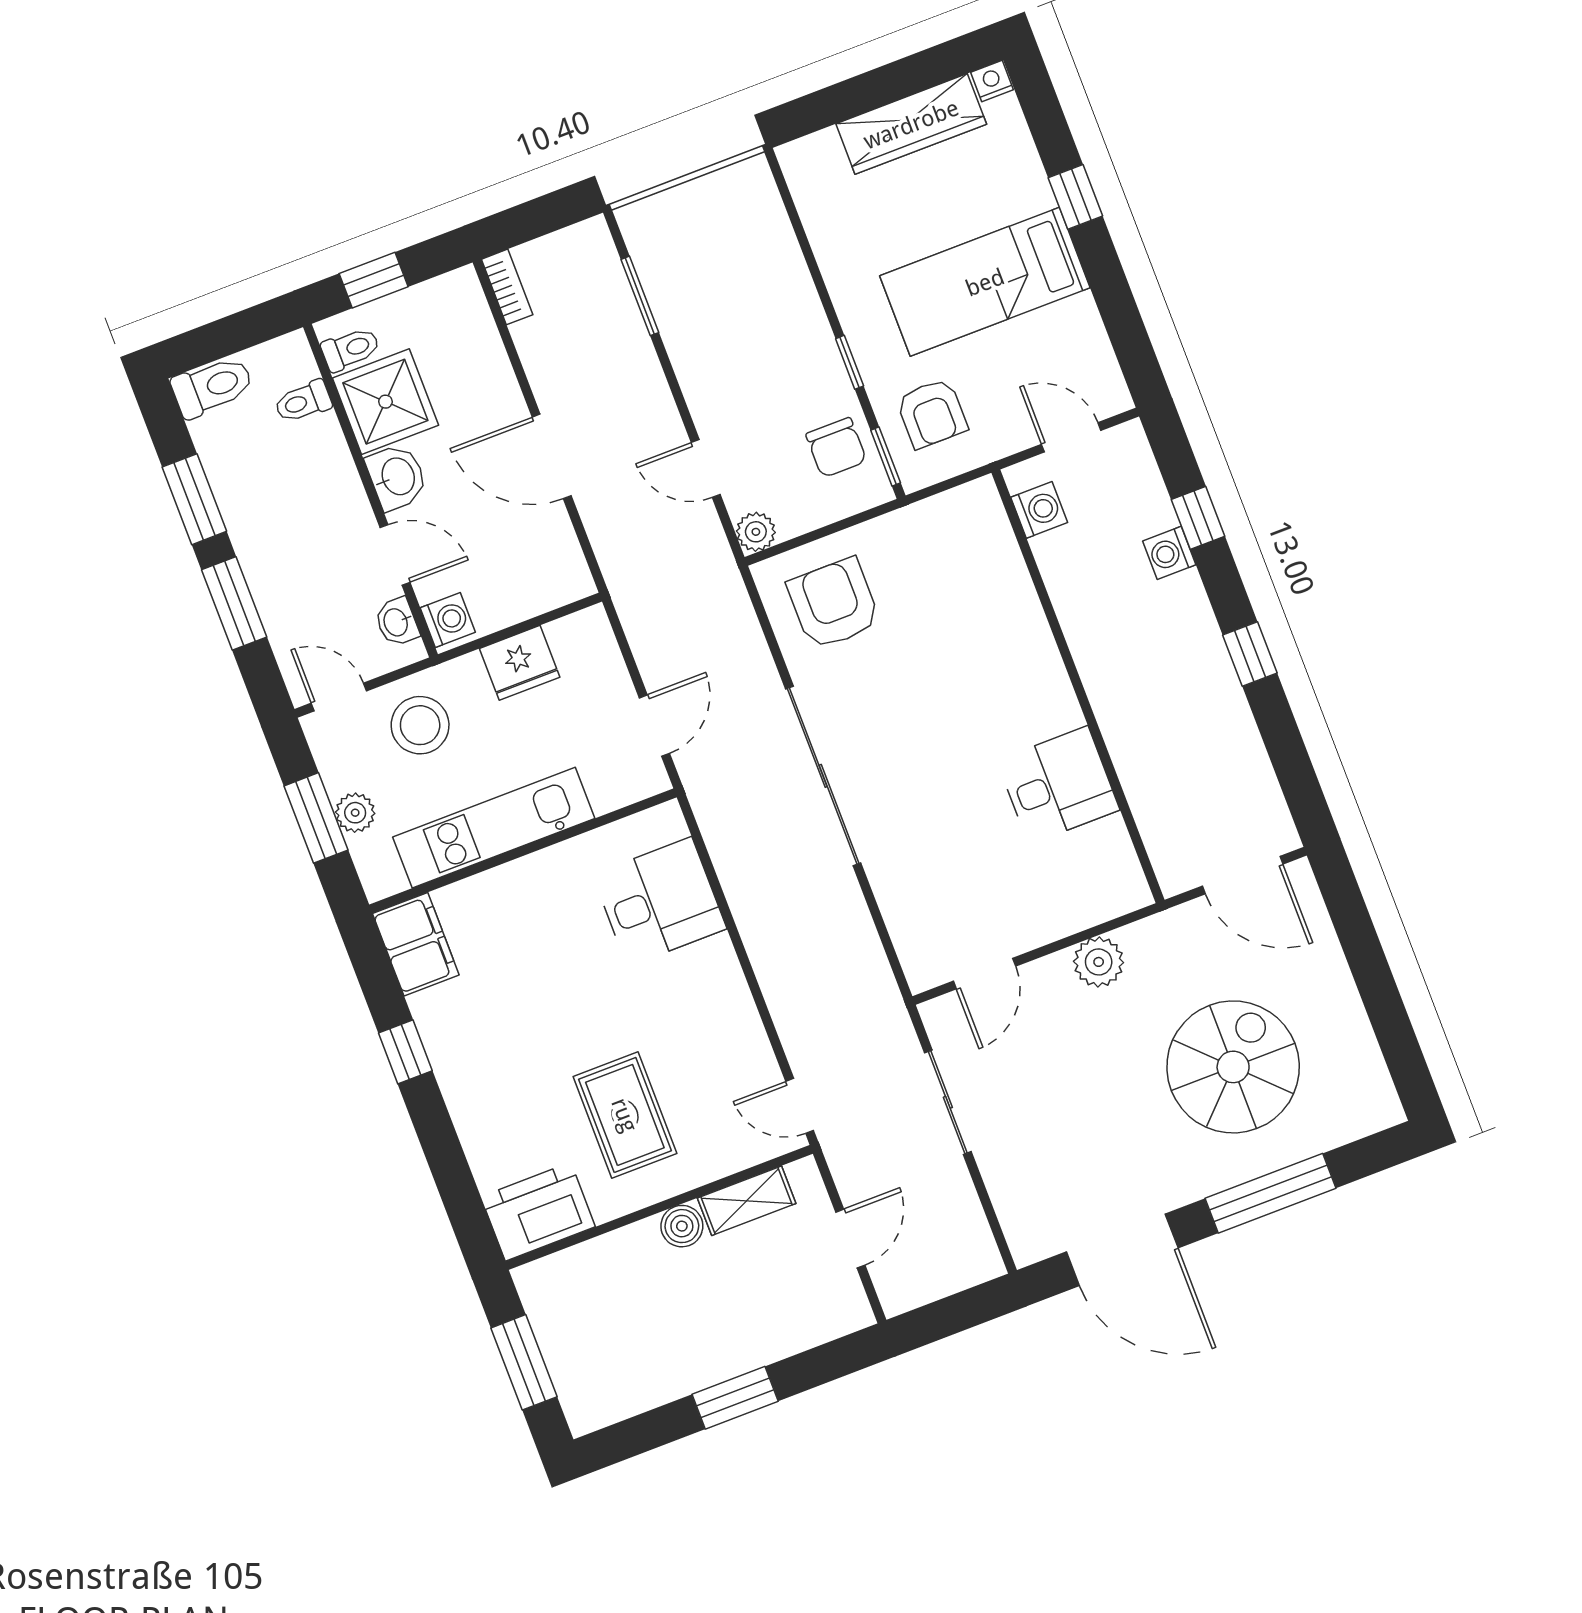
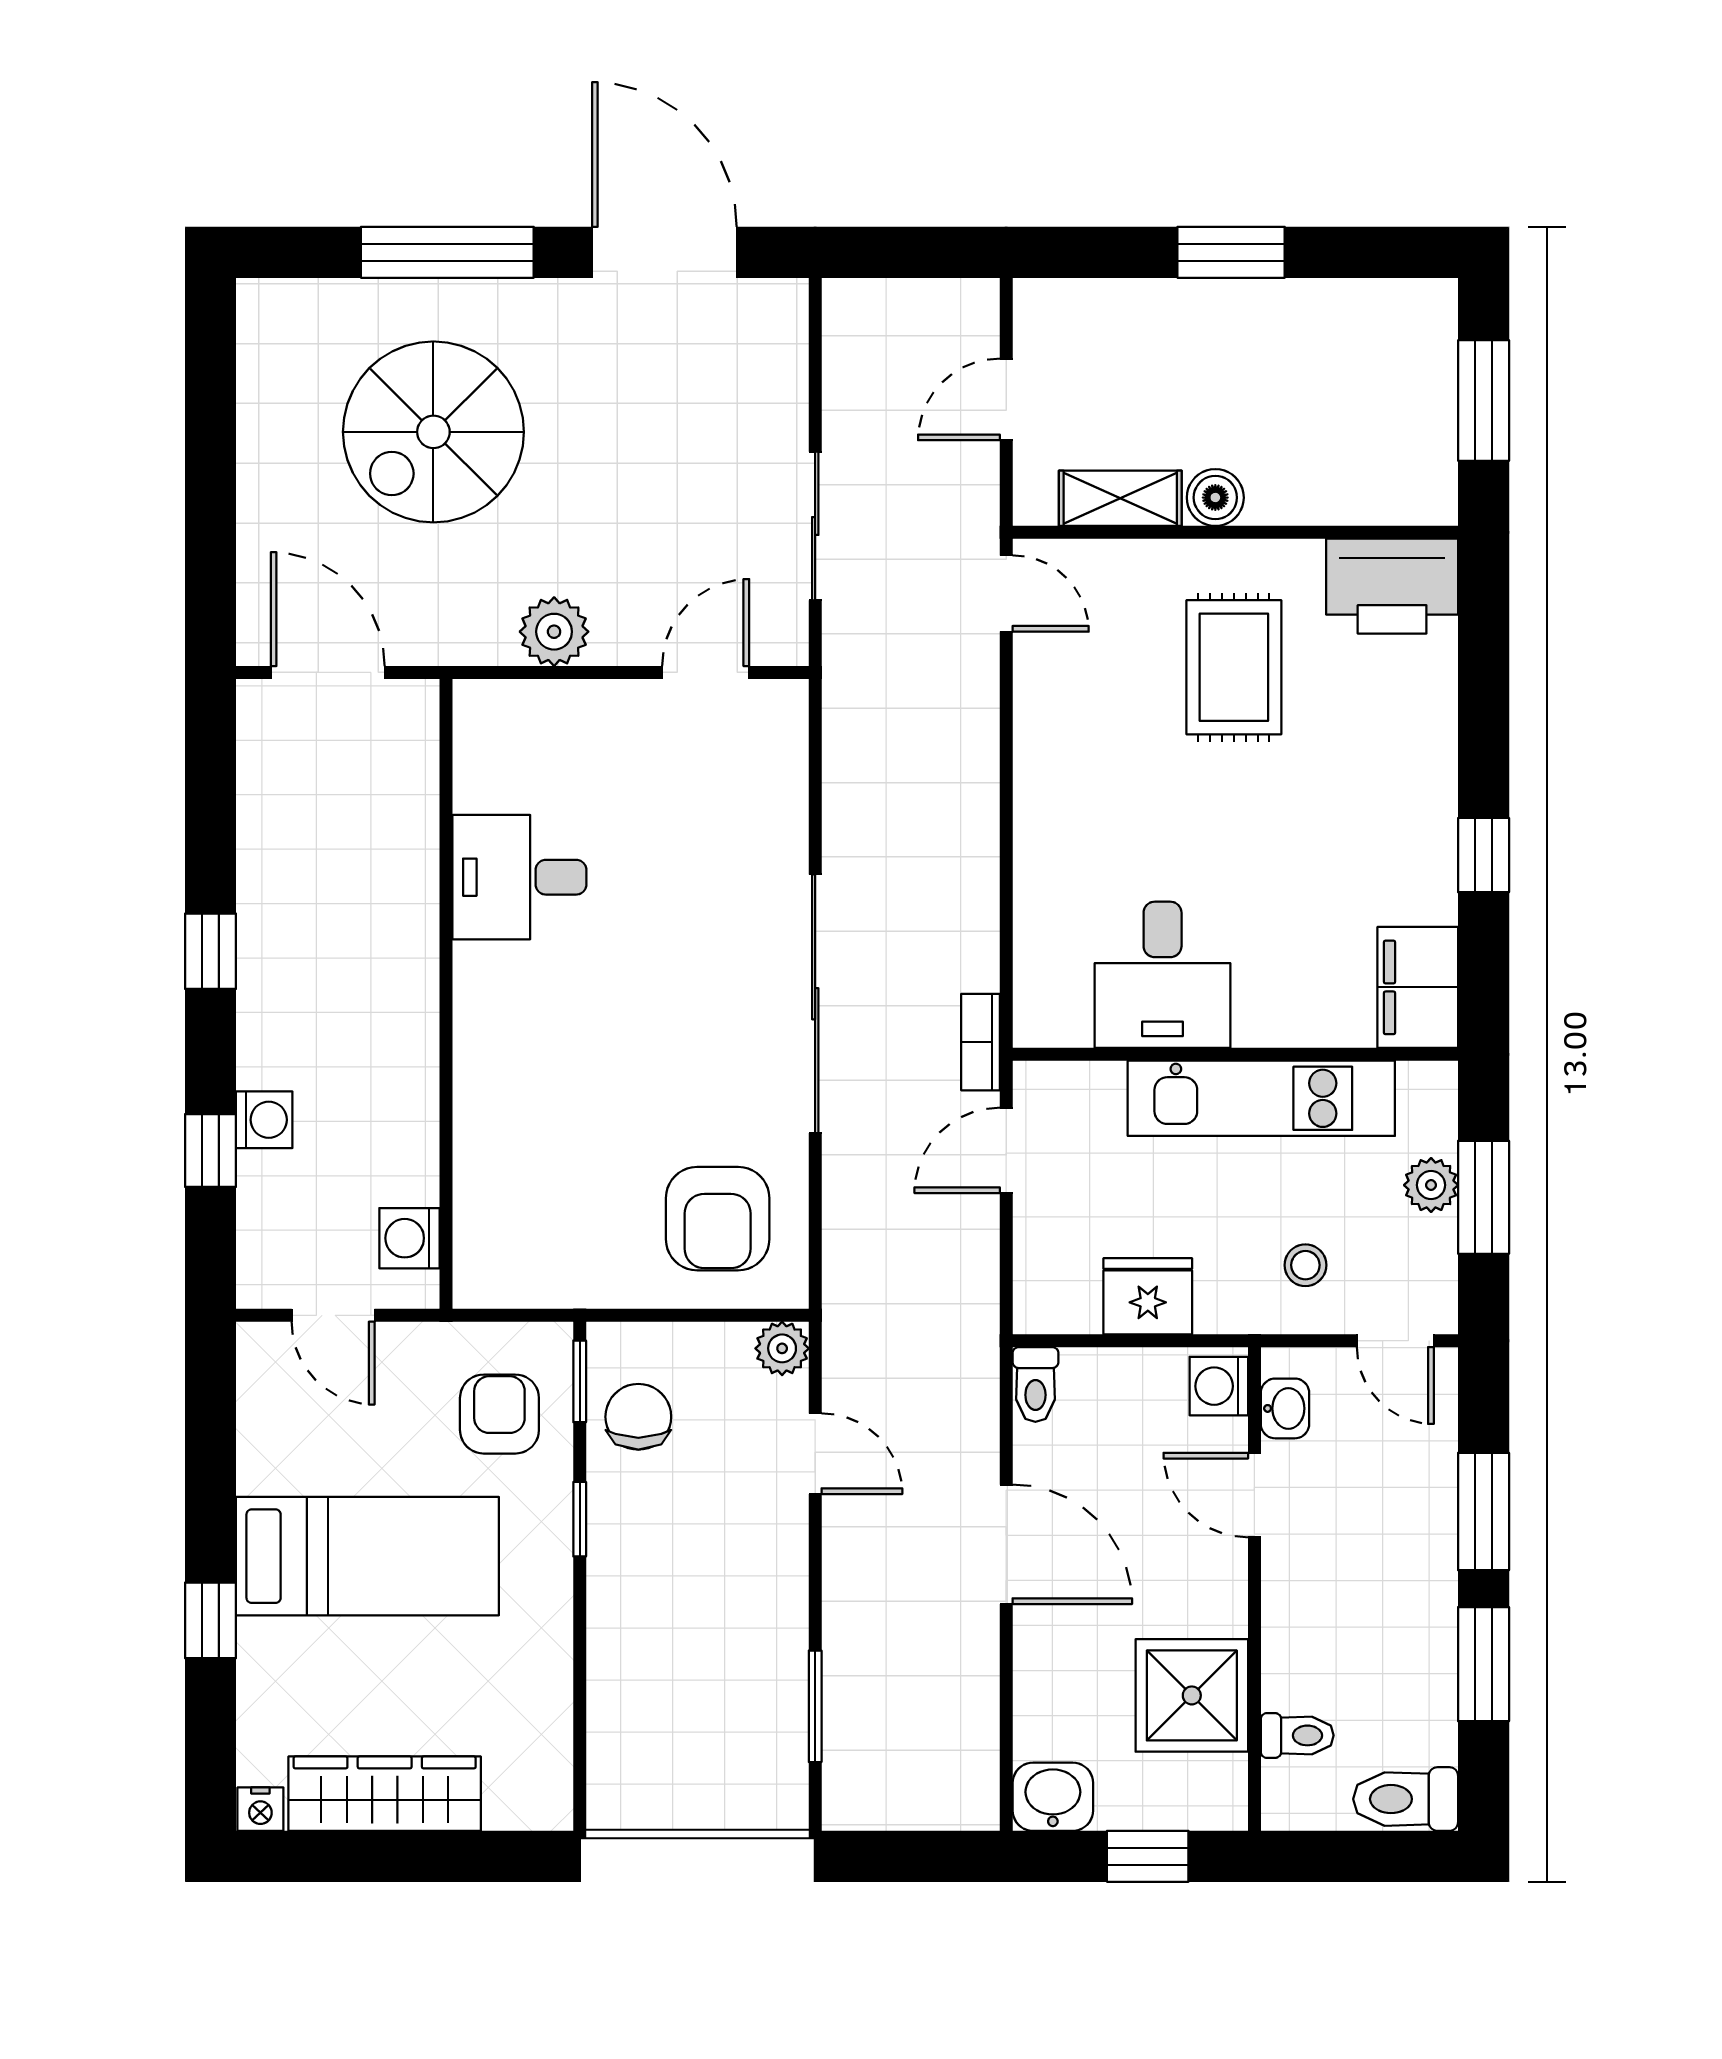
bookcase: (507, 287) -> (980, 1042), moved
toilet: (351, 349) -> (1035, 1385), moved, turned -90
washbasin: (397, 477) -> (1053, 1797), moved, turned 90
stool: (420, 725) -> (1305, 1265), width x0.53, depth x0.53
desk: (659, 902) -> (1163, 975), moved, turned -90

